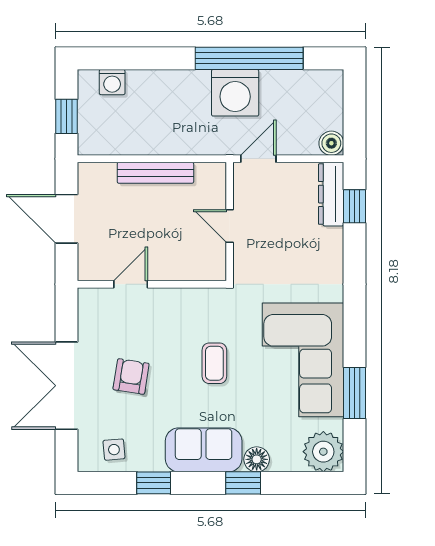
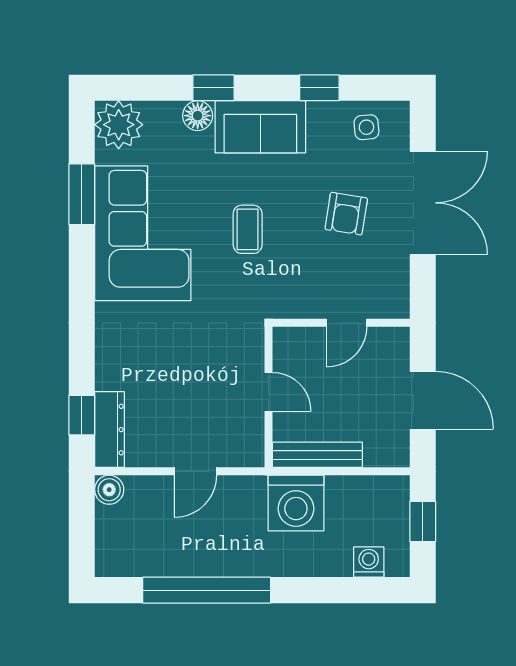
washing machine: (235, 93) -> (296, 503), moved, turned 180
wall: (230, 222) -> (268, 397), moved
door: (230, 226) -> (268, 392), moved

